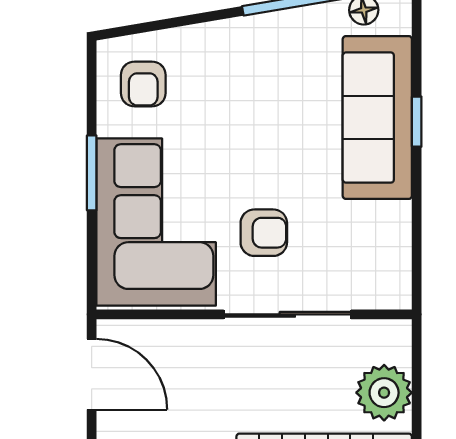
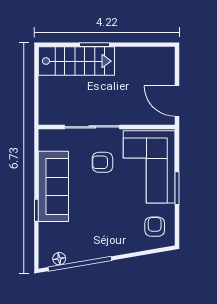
sofa: (377, 118) -> (53, 186), moved
plant: (384, 393) -> (50, 93), removed

